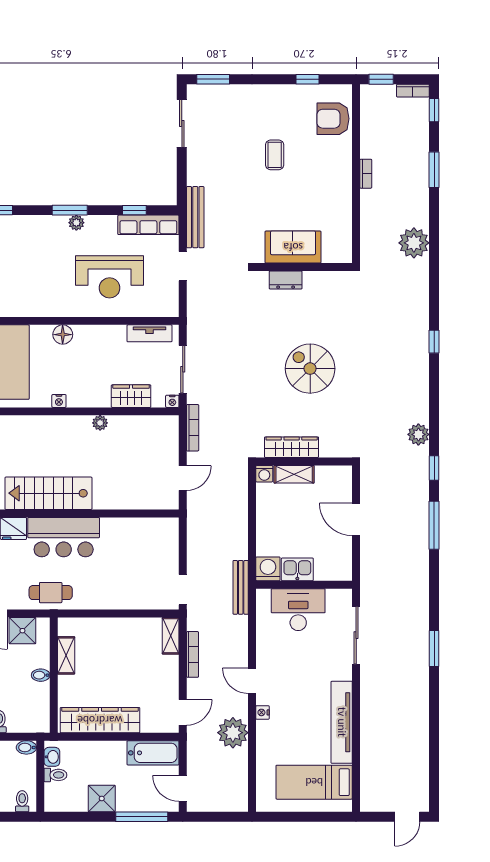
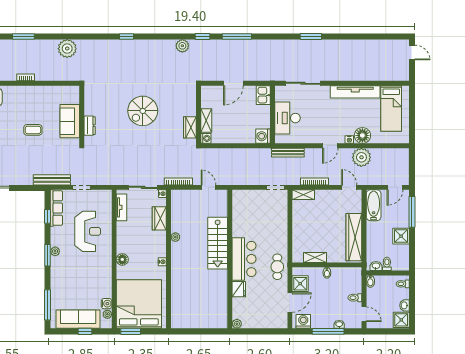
coffee table: (275, 155) -> (33, 130), moved
wardrobe: (292, 447) -> (190, 127), width x0.67
stairs: (48, 493) -> (218, 243), moved
kitchen sink: (297, 569) -> (263, 95), moved
bench: (241, 587) -> (288, 153), moved
floor lamp: (269, 734) -> (362, 135), added

